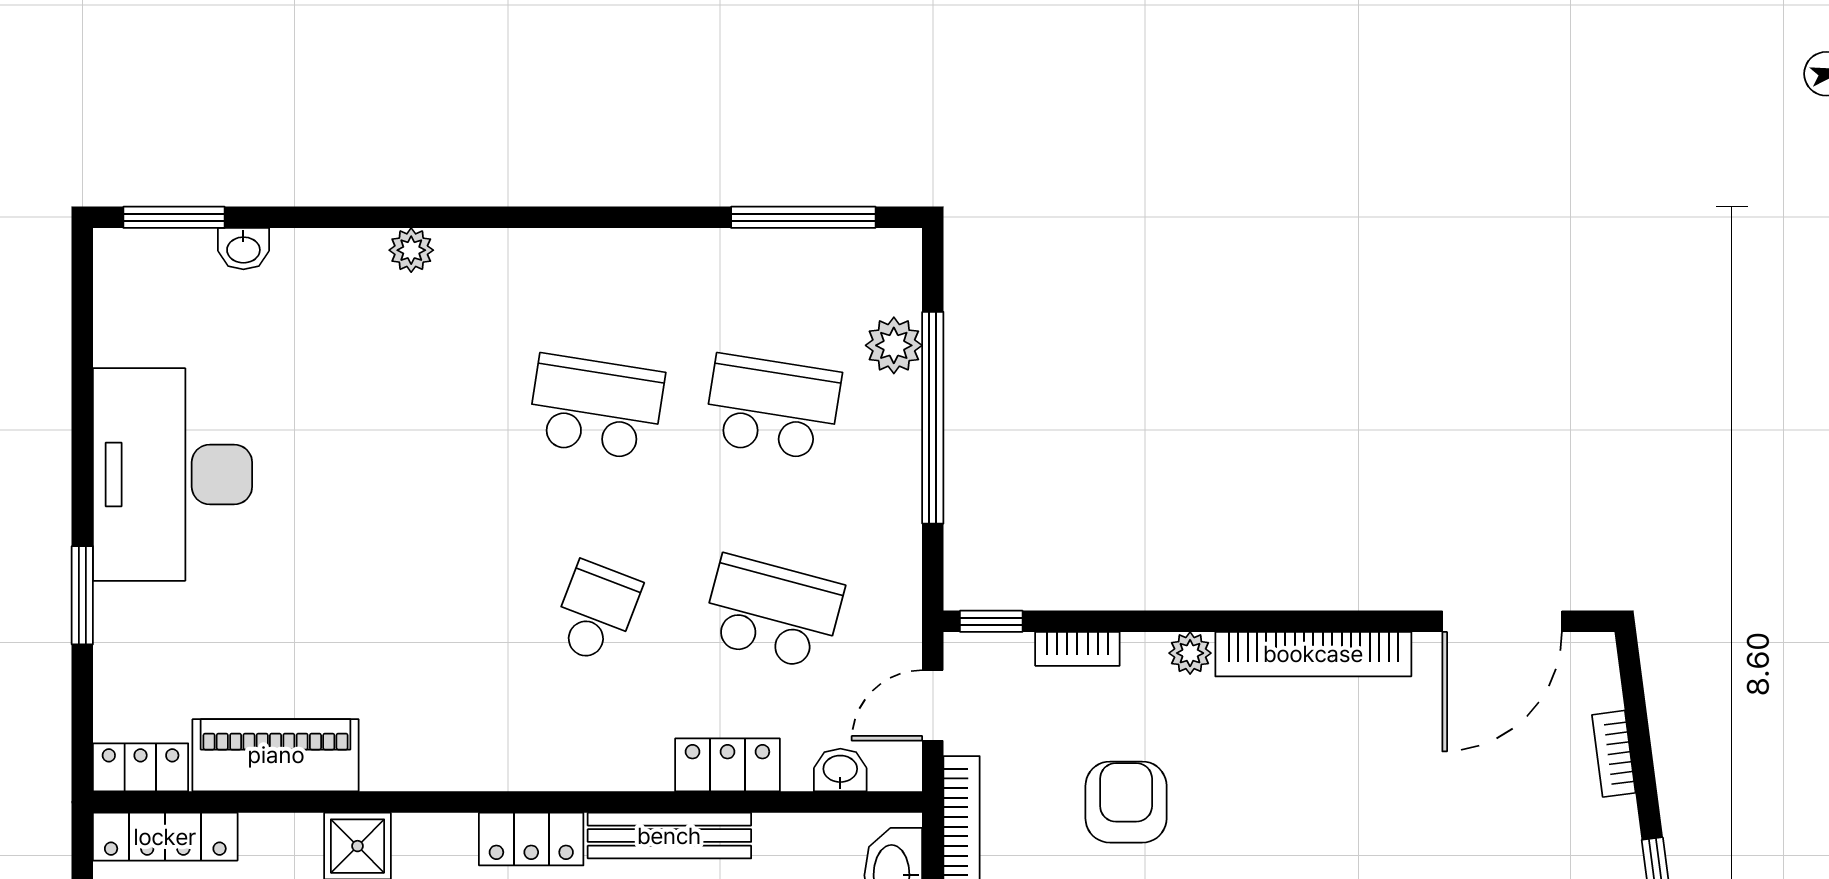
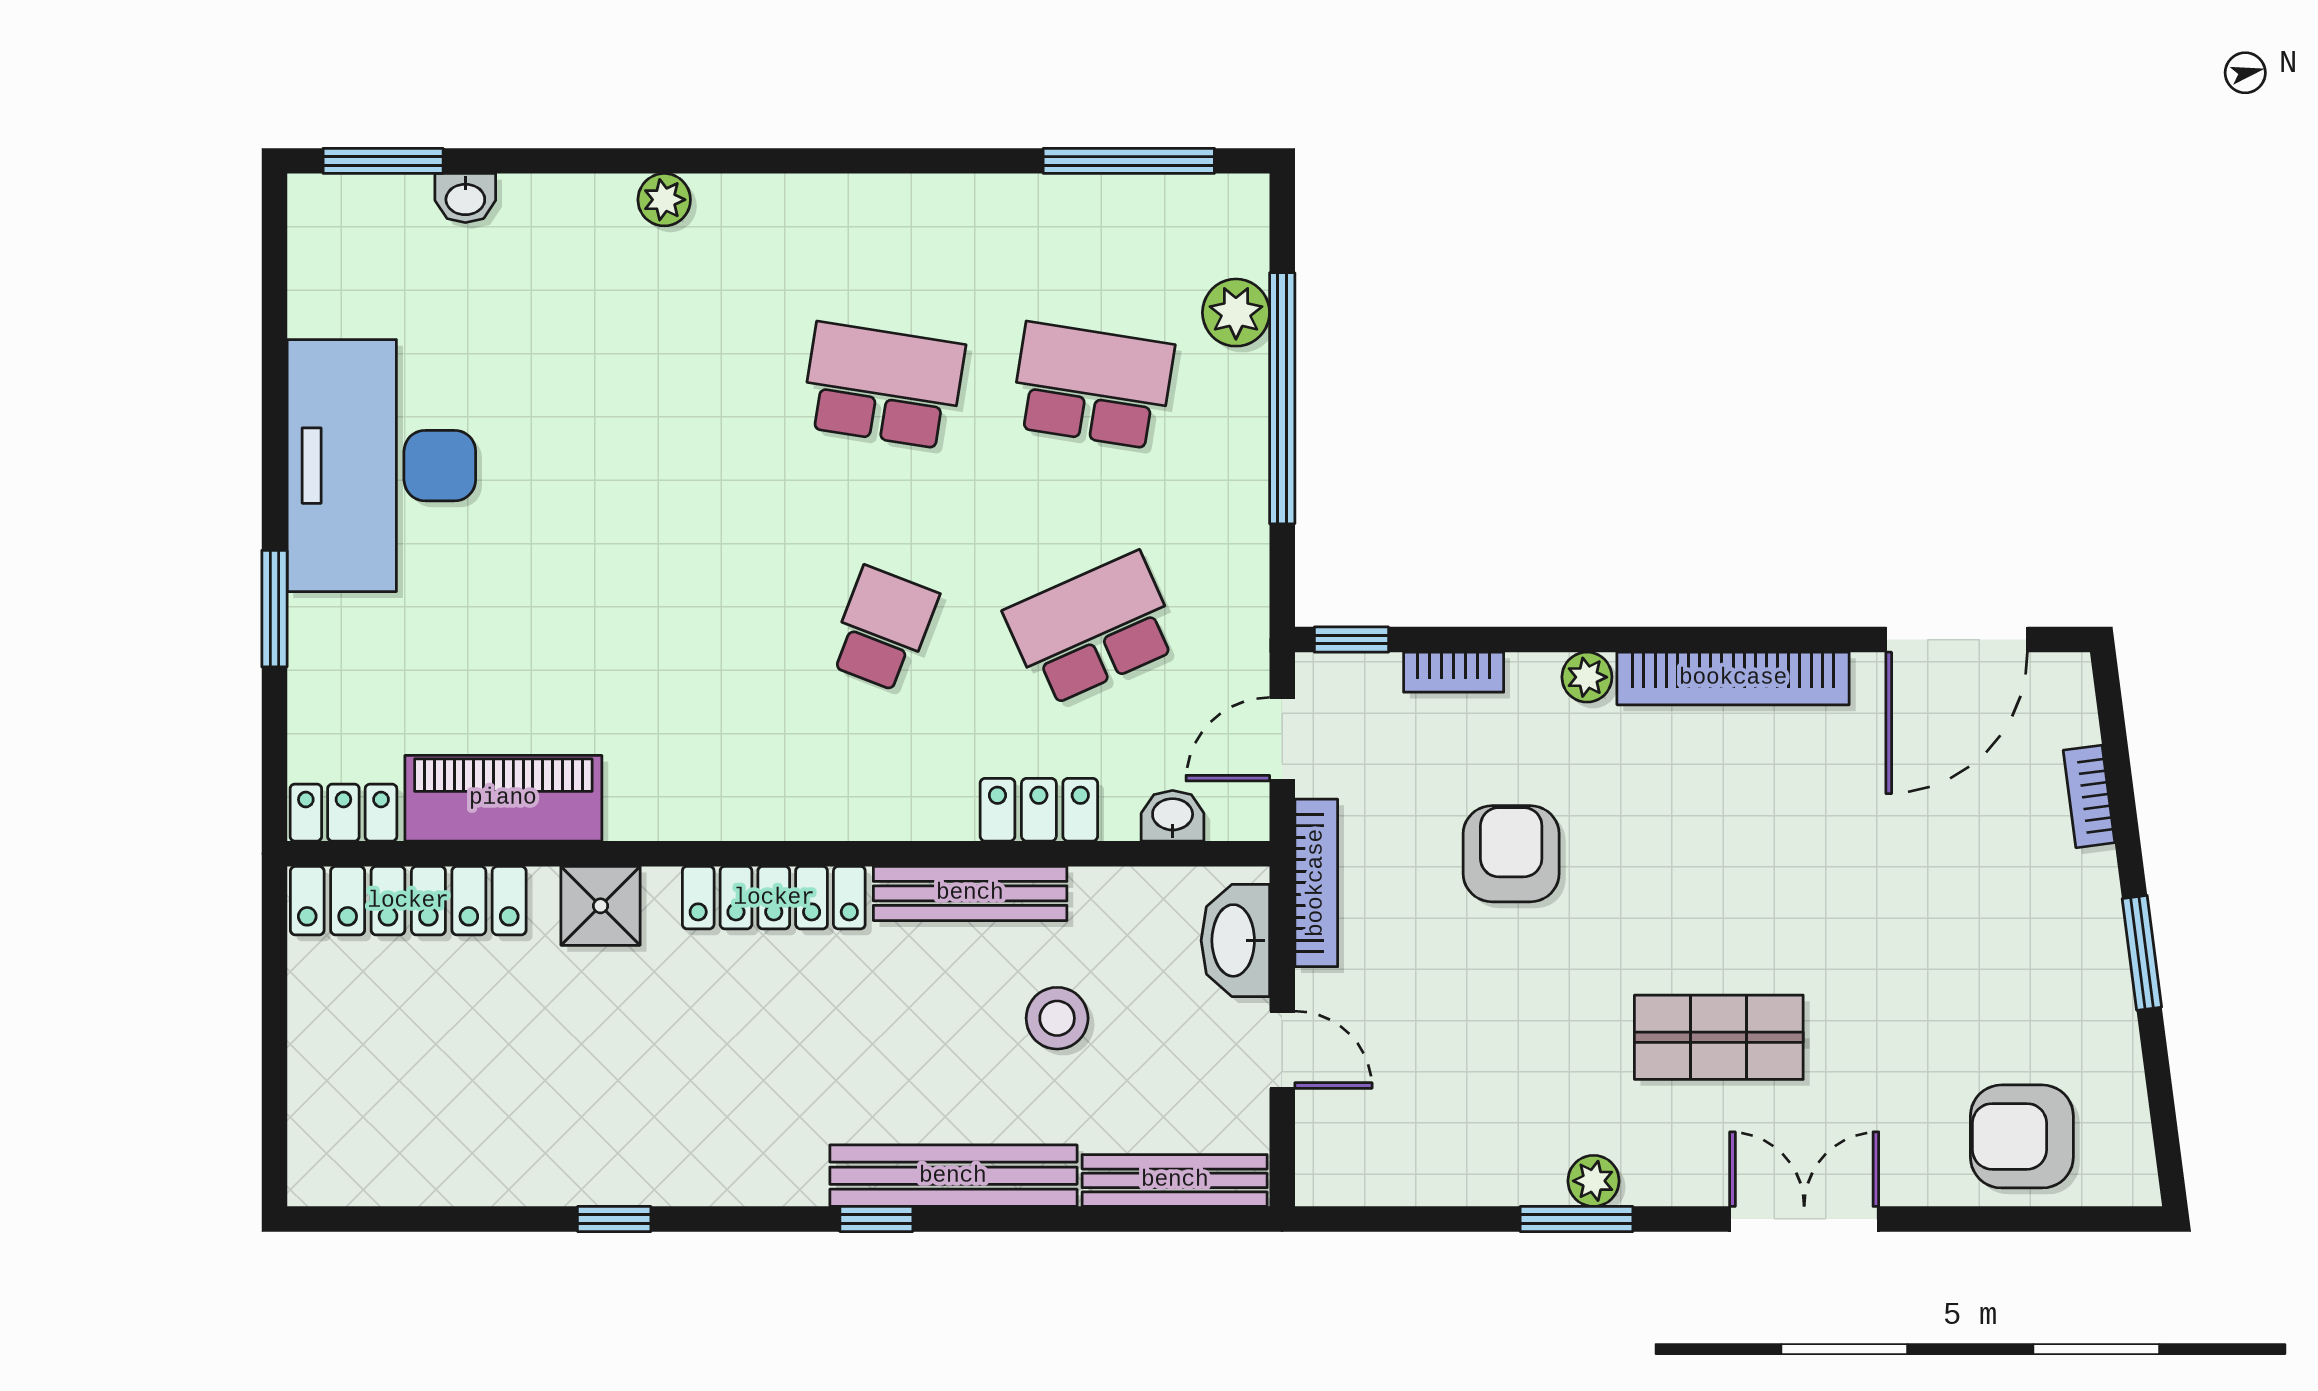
school desk: (773, 612) -> (1092, 629), turned -39
locker: (165, 837) -> (408, 901), width x1.41, depth x1.21
locker: (531, 839) -> (774, 898), width x1.53

